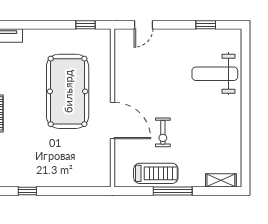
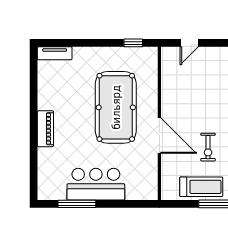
bar counter: (47, 171) -> (96, 184), added
window: (27, 191) -> (77, 204), width x2.17

